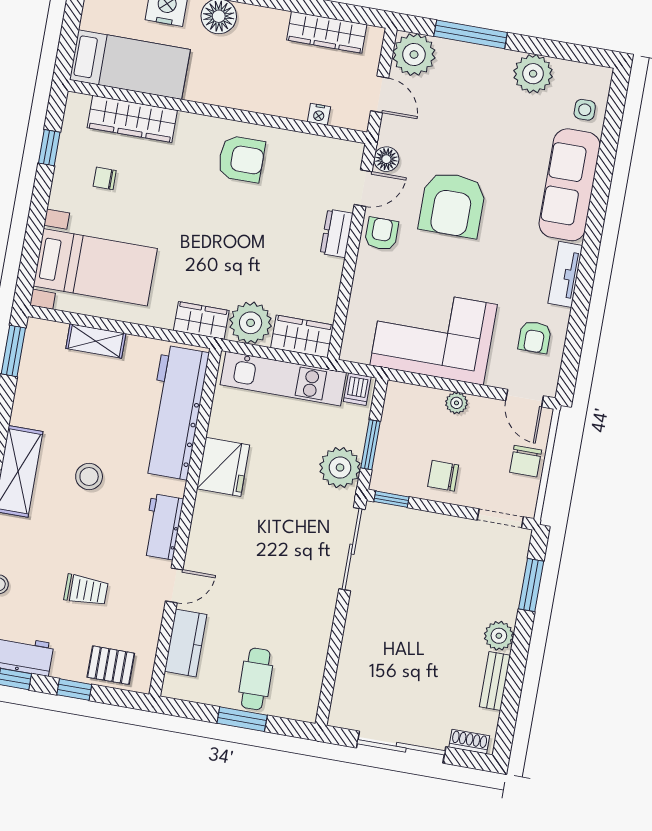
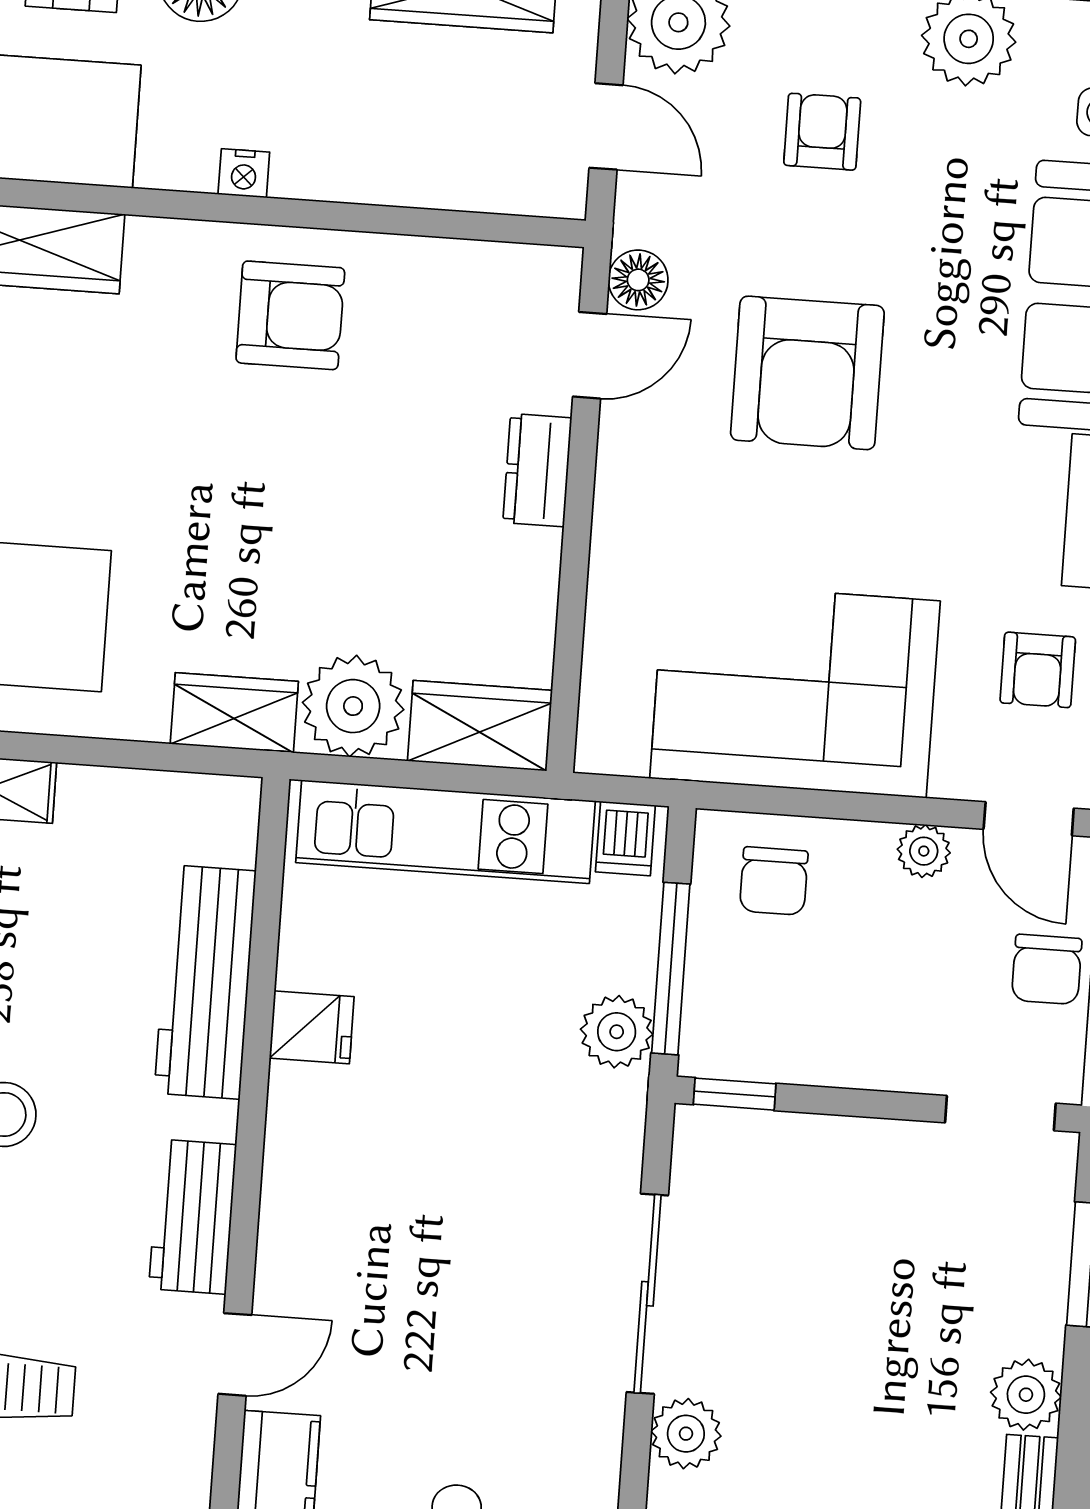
nightstand: (319, 114) -> (244, 173), moved
armchair: (382, 234) -> (822, 132), moved
plant: (457, 403) -> (924, 851), moved
workbench: (175, 412) -> (205, 982), width x0.73, depth x0.76
window: (370, 445) -> (671, 969), width x1.44
fridge: (223, 467) -> (312, 1027), width x0.53, depth x0.75
plant: (340, 468) -> (617, 1032), width x0.73, depth x0.73
chair: (443, 476) -> (774, 881), moved, turned -90
sliding door: (352, 549) -> (647, 1294), moved
plant: (357, 637) -> (686, 1434), added

